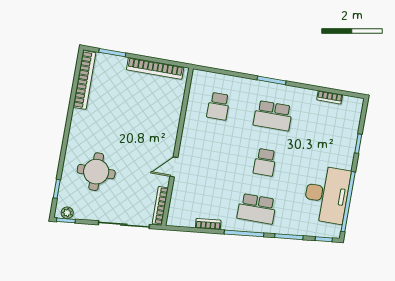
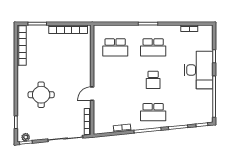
school desk: (218, 106) -> (115, 47), width x1.85
round table: (96, 172) -> (41, 95), moved
desk: (327, 194) -> (199, 70), moved

